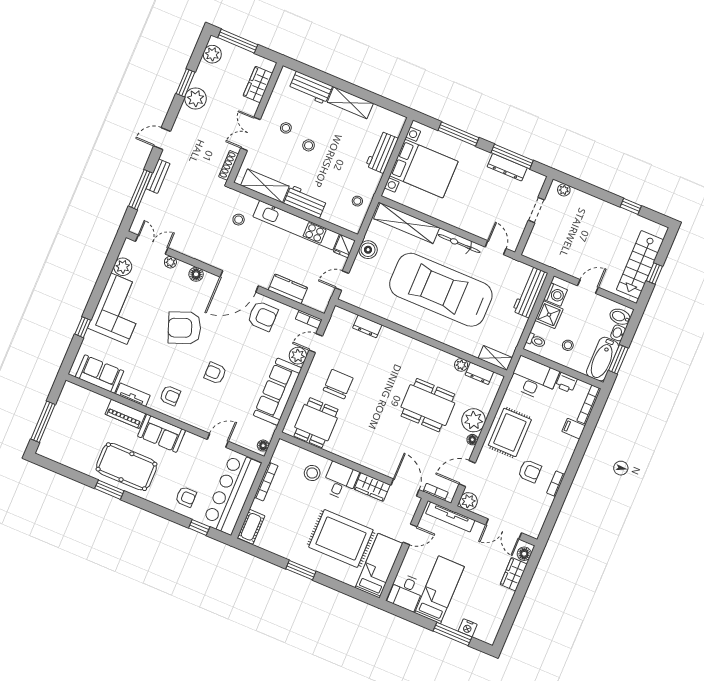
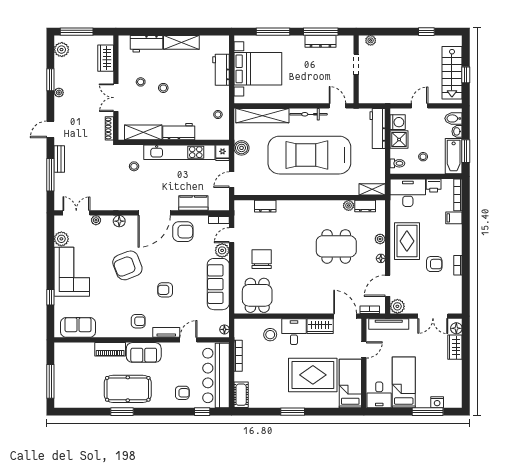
plant: (196, 99) -> (59, 93), width x0.53, depth x0.53
tv unit: (133, 395) -> (166, 332), moved
plant: (474, 420) -> (380, 239), width x0.53, depth x0.53

